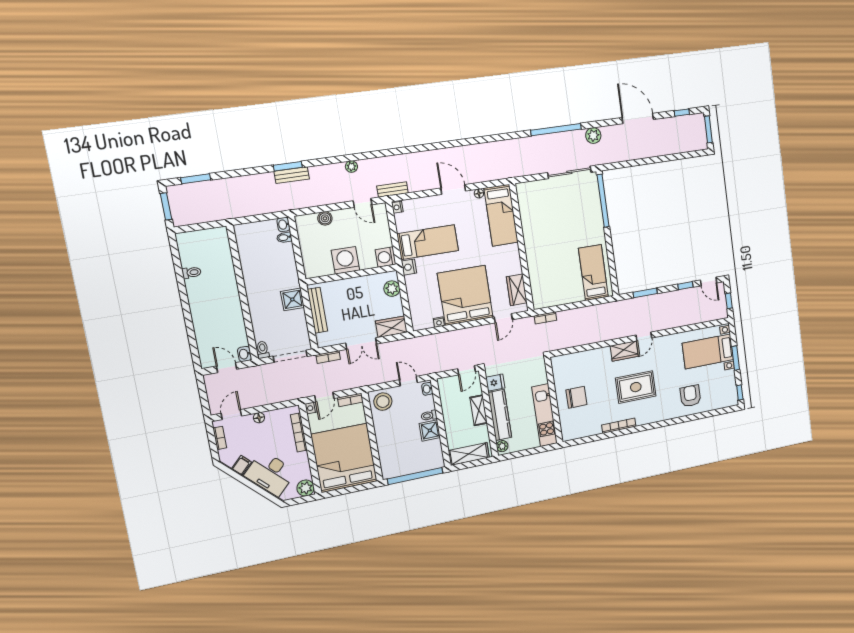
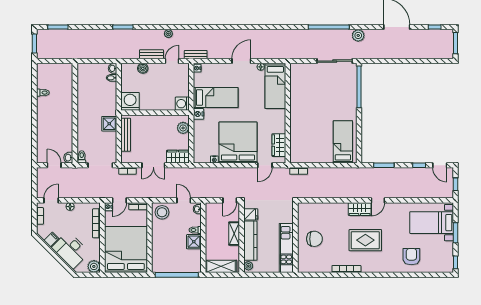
bench: (292, 175) -> (151, 54), moved
door: (453, 189) -> (241, 61), hinge flipped
door: (362, 203) -> (172, 61), swing flipped
washing machine: (345, 260) -> (130, 101), moved

